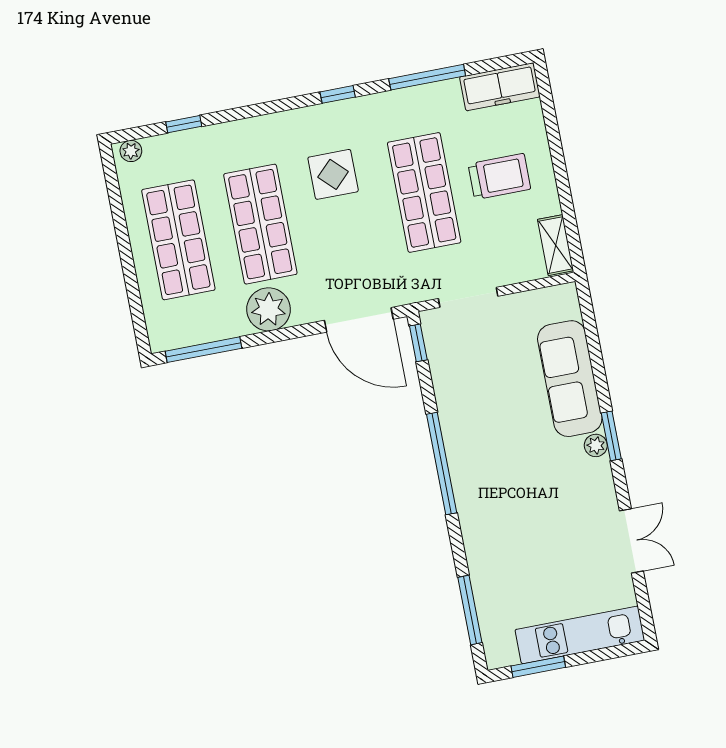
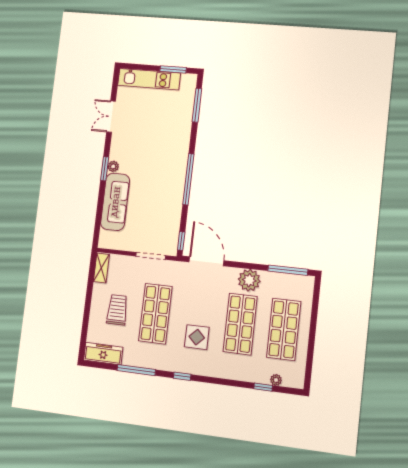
plant: (131, 151) -> (276, 380), moved
trolley: (499, 176) -> (117, 310), turned 90

